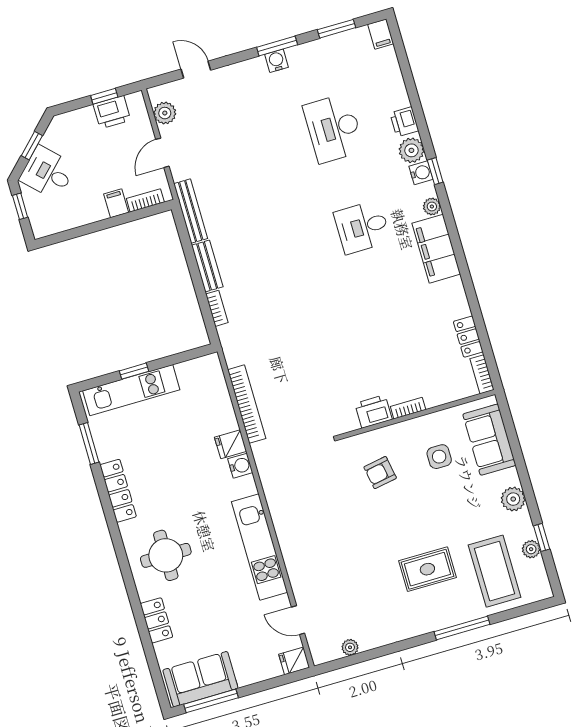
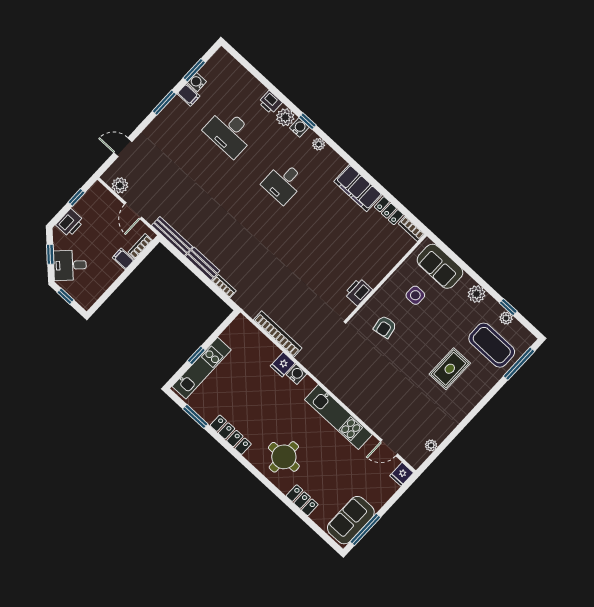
filing cabinet: (381, 34) -> (188, 95), moved
water cooler: (276, 61) -> (197, 82), moved
printer: (112, 112) -> (70, 223), moved
filing cabinet: (436, 249) -> (358, 188), moved
bookcase: (408, 408) -> (378, 277), removed
window: (462, 628) -> (519, 364), moved

